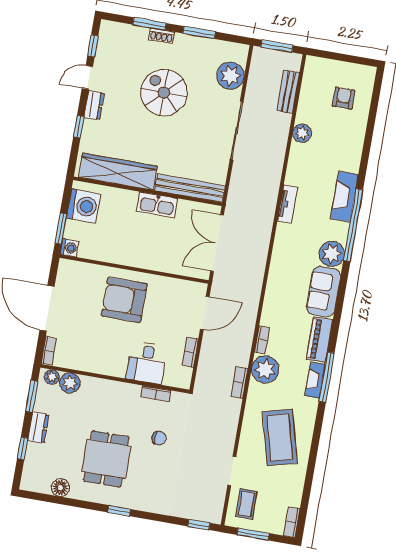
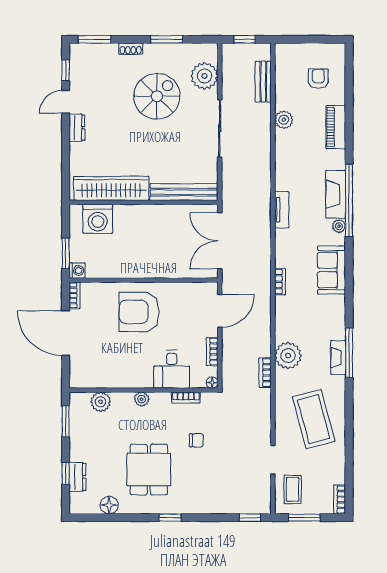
window: (150, 24) -> (94, 39), moved
window: (277, 46) -> (245, 39), width x0.67
spiral stairs: (164, 93) -> (157, 96), moved, turned 90
window: (79, 127) -> (66, 151), removed
fireplace: (344, 197) -> (336, 194), moved
tv unit: (287, 204) -> (282, 210), moved
kitchen sink: (157, 205) -> (155, 214), removed
washing machine: (84, 206) -> (98, 219), moved, turned 90
plant: (332, 254) -> (339, 226), width x0.53, depth x0.53
bookcase: (262, 340) -> (280, 282), moved
piano: (320, 340) -> (336, 127), moved
bookcase: (49, 351) -> (75, 295), moved
plant: (52, 377) -> (142, 399), moved
floor lamp: (185, 383) -> (212, 382), added
dresser: (38, 428) -> (77, 477), moved

